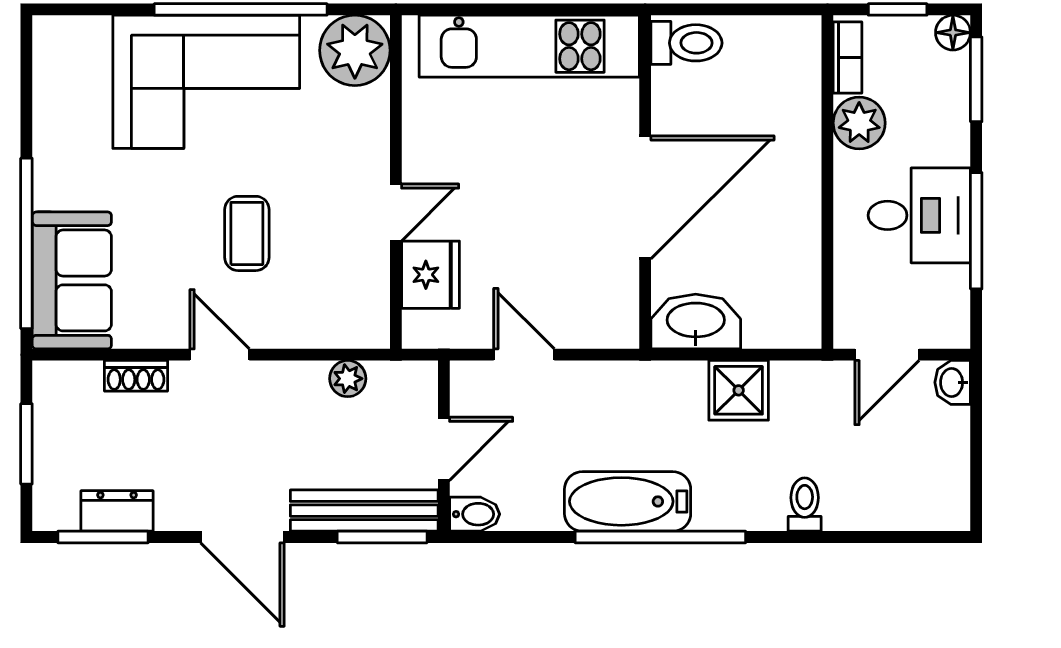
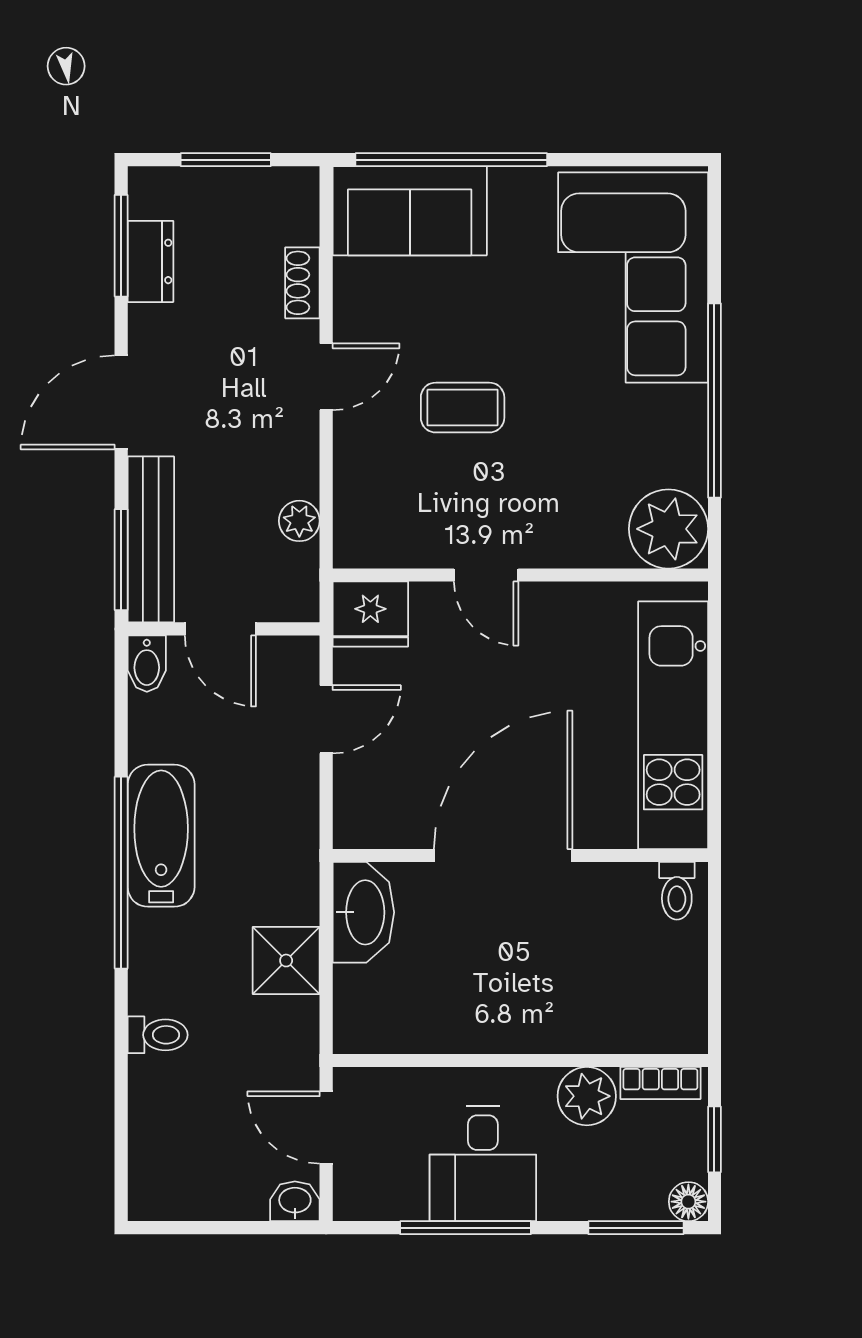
toilet: (686, 43) -> (677, 891), width x0.73, depth x0.72
corner sofa: (206, 82) -> (633, 277), moved
door: (645, 197) -> (503, 856), swing flipped
fridge: (431, 275) -> (370, 614), moved

